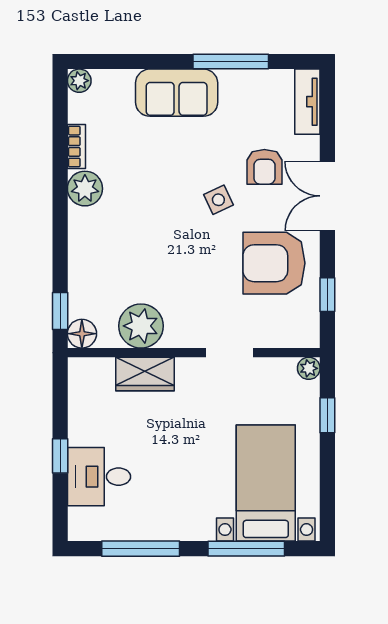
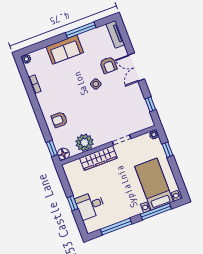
plant: (85, 189) -> (44, 99), removed
armchair: (274, 263) -> (59, 120), moved, width x0.53, depth x0.53
wardrobe: (145, 374) -> (98, 158), width x1.50

